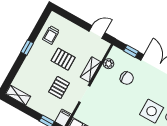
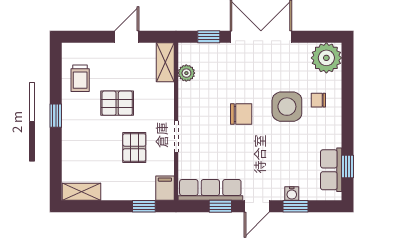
door: (97, 32) -> (127, 37), moved
shelving: (91, 70) -> (165, 62), moved
chair: (127, 78) -> (241, 114), moved

